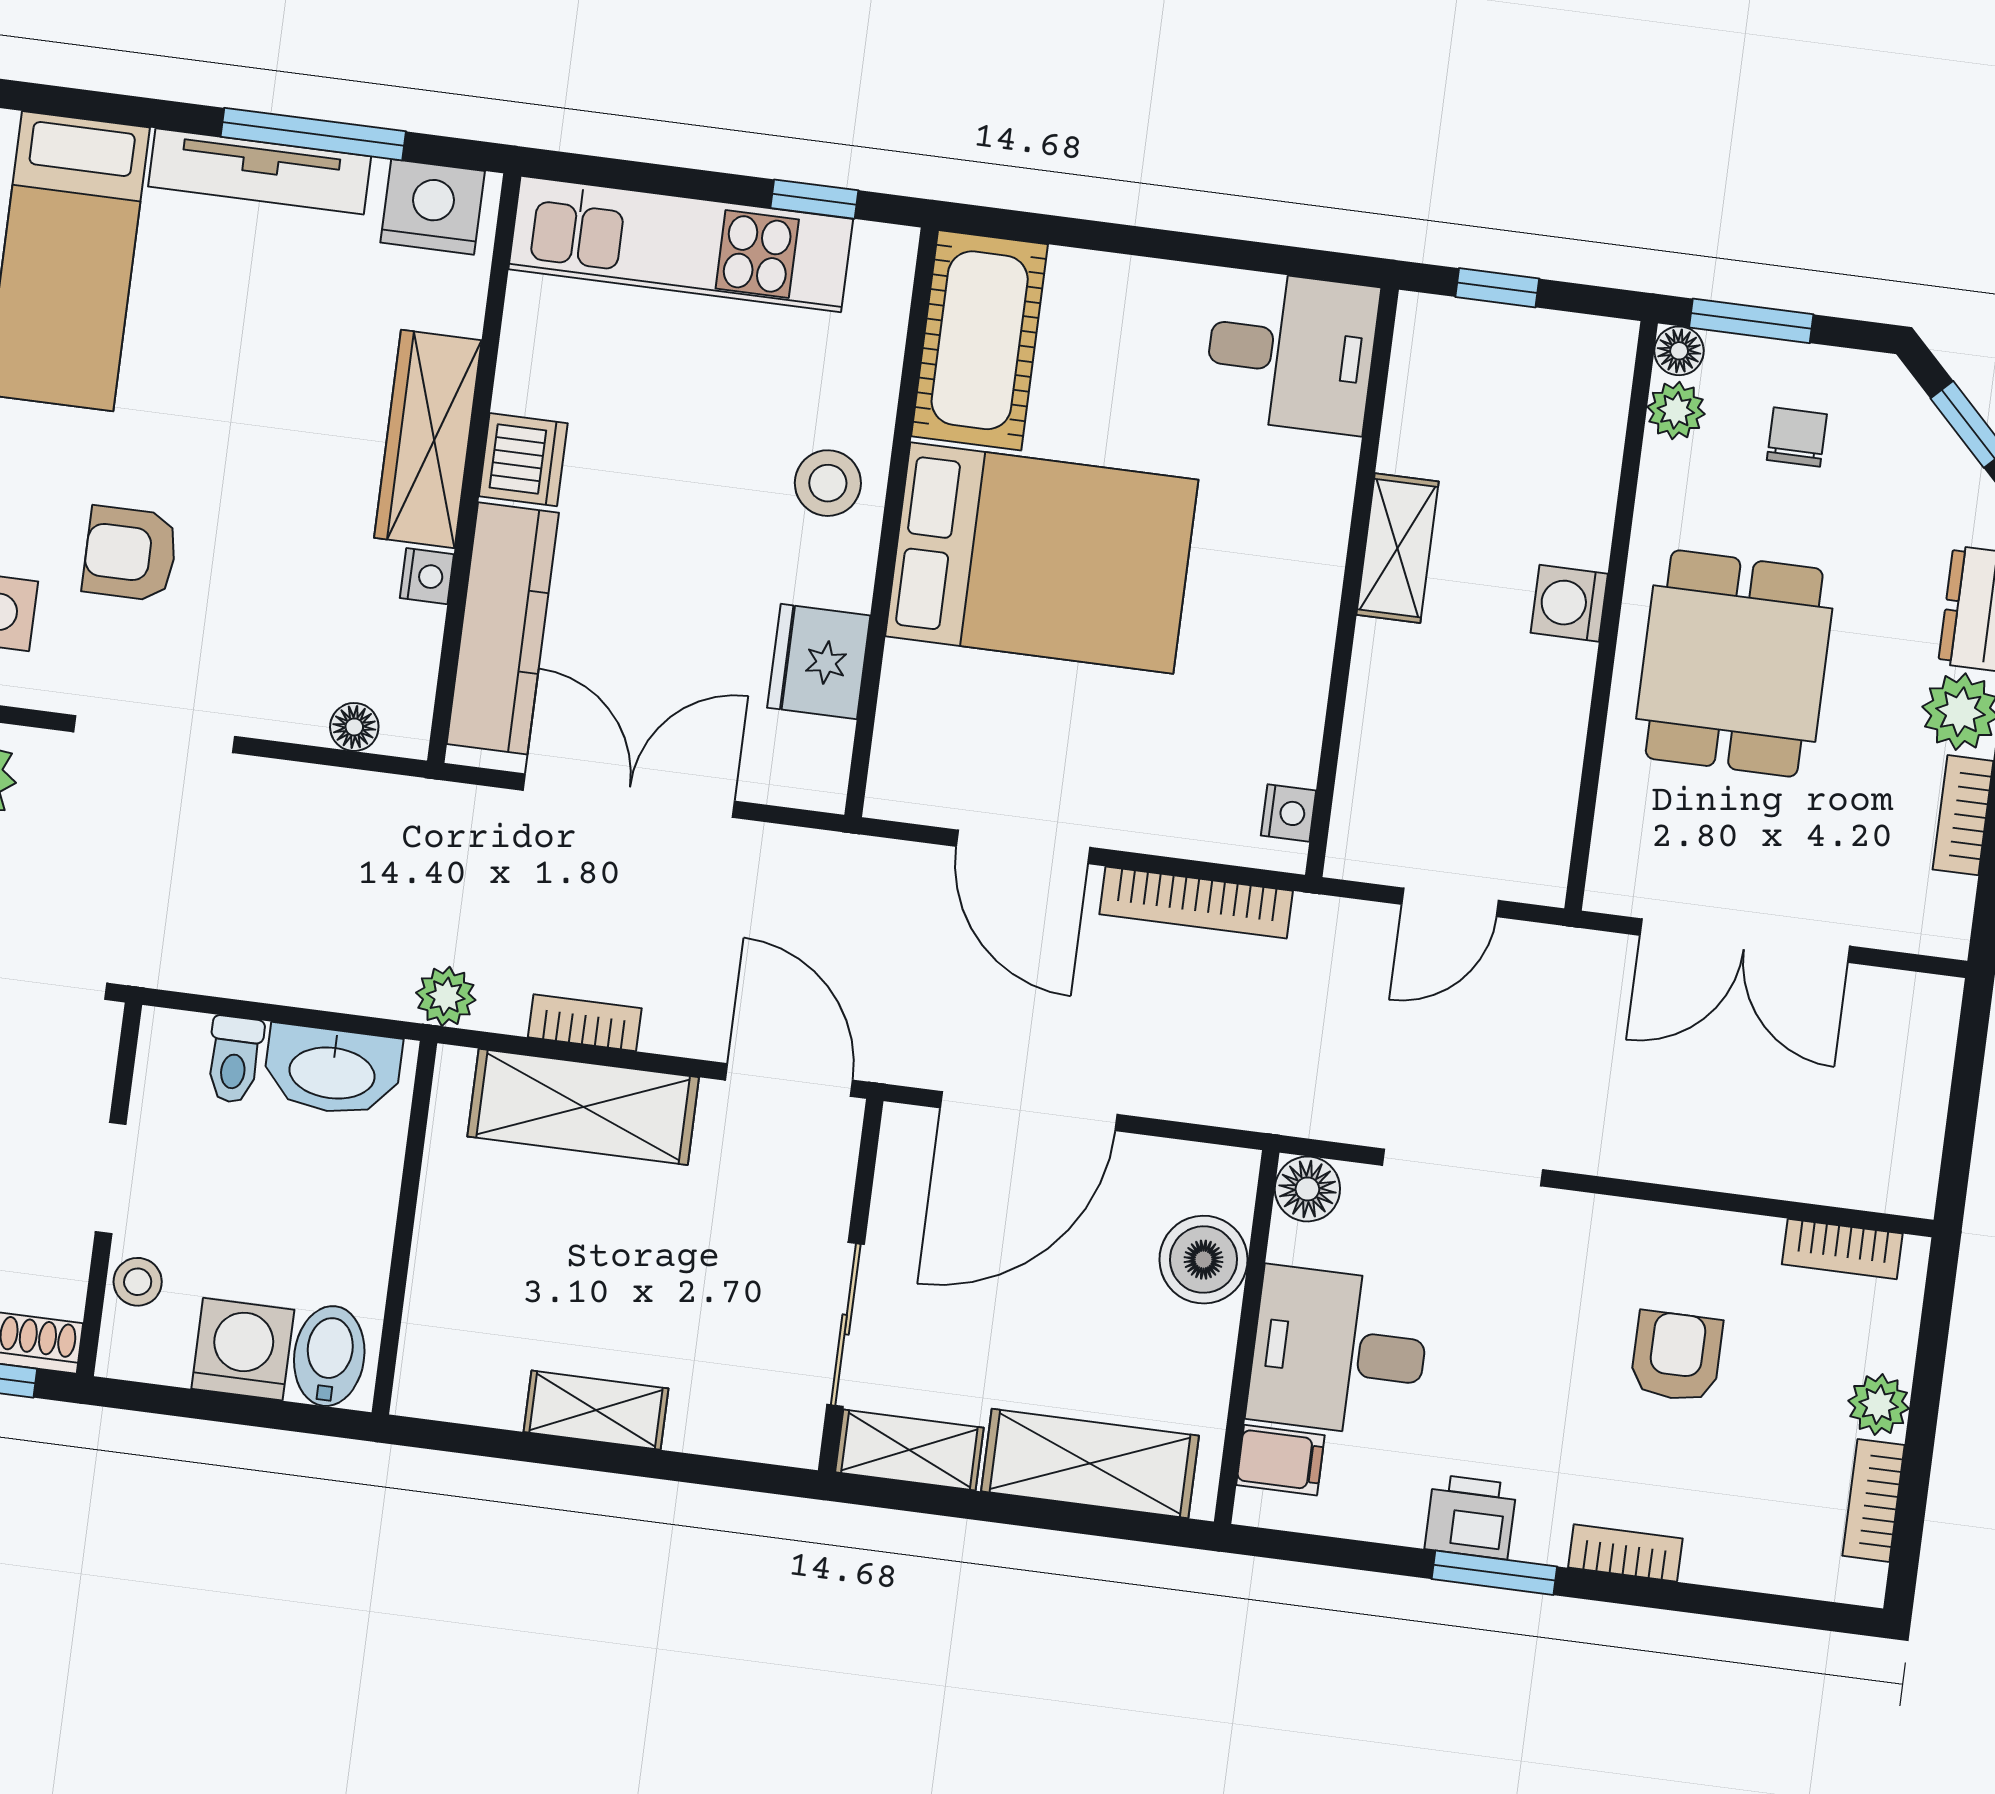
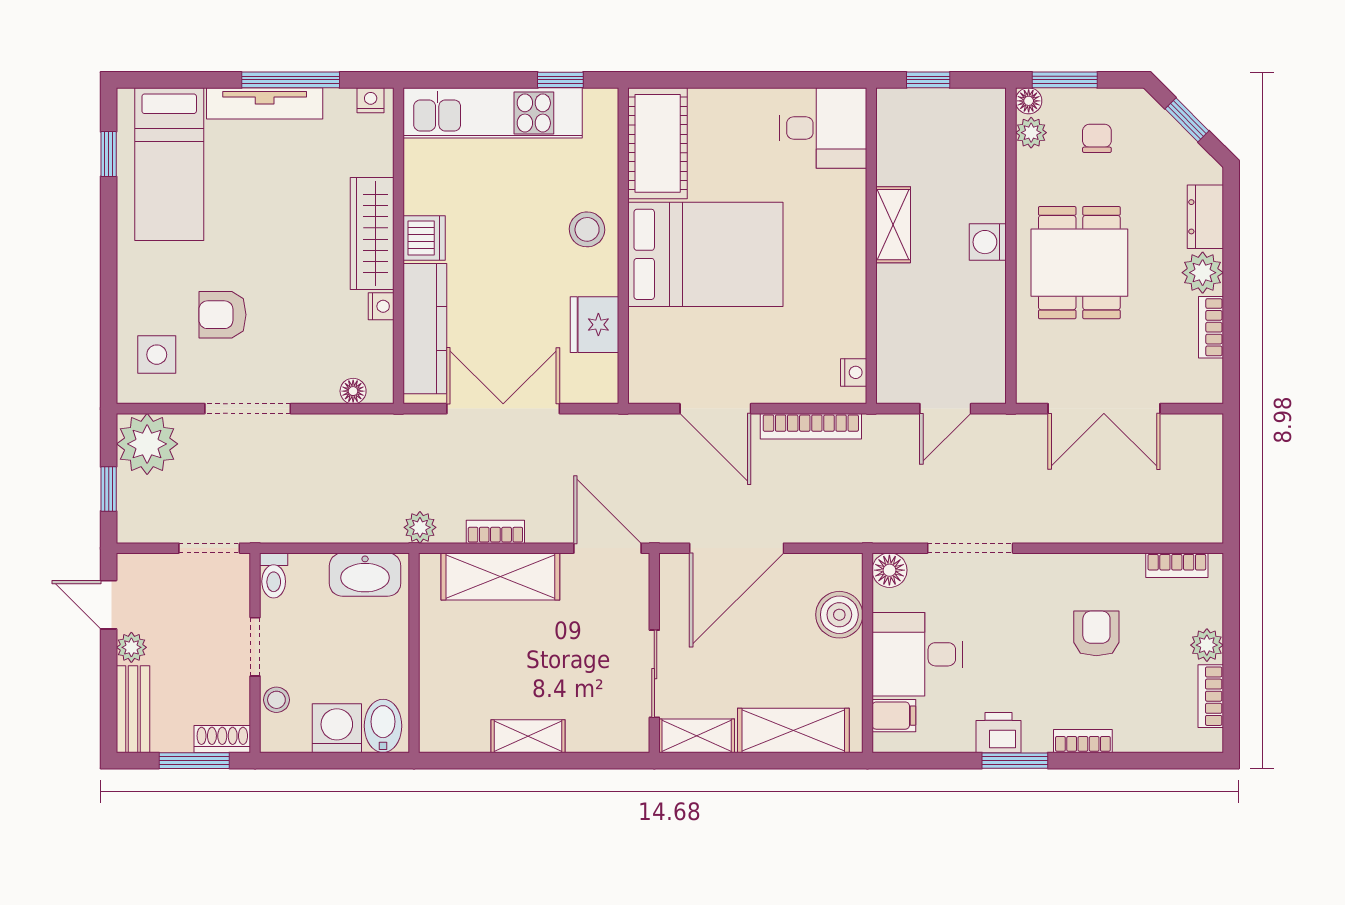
nightstand: (433, 207) -> (371, 100), width x0.53, depth x0.56
toilet: (234, 1060) -> (274, 575), moved

